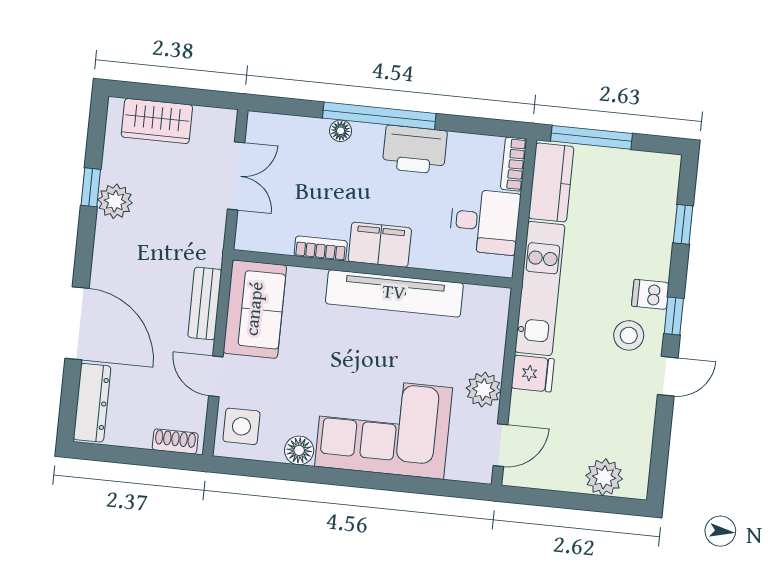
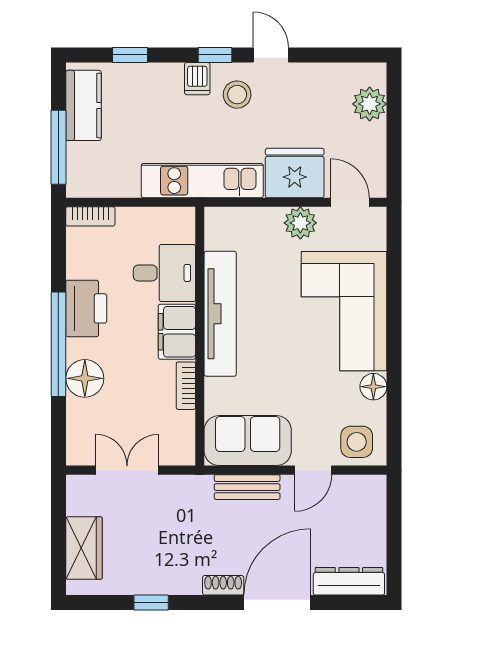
floor lamp: (341, 131) -> (85, 378), width x1.89, depth x1.89
kitchen counter: (551, 182) -> (83, 105), moved, turned 90
plant: (115, 201) -> (162, 579), removed
desk: (485, 222) -> (164, 273), moved, turned 90
fridge: (533, 374) -> (295, 173), width x1.88, depth x1.34
shoe rack: (175, 442) -> (223, 585), moved, turned 90

